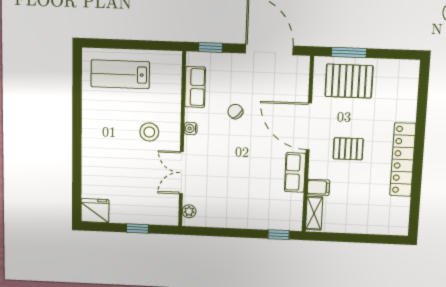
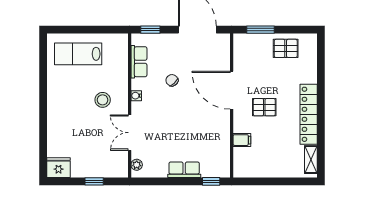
pallet: (349, 81) -> (286, 48), moved, width x0.67, depth x0.71
row of seats: (295, 172) -> (184, 170), moved, turned 90
shelving: (314, 213) -> (311, 160), moved

